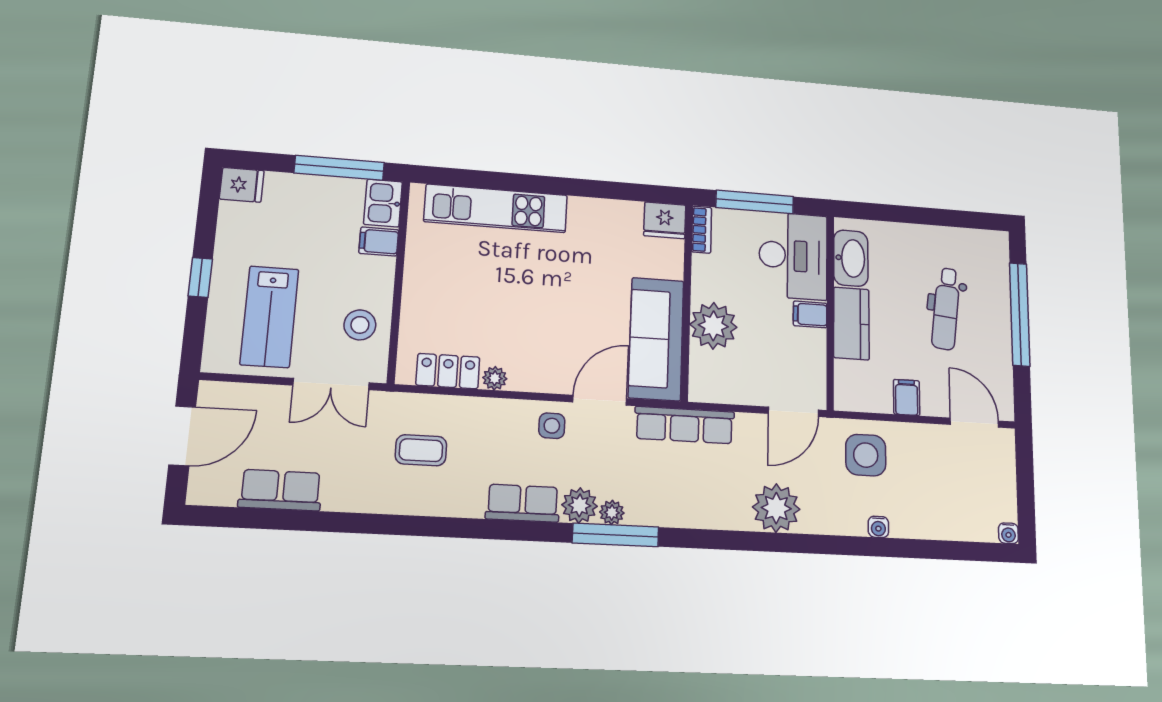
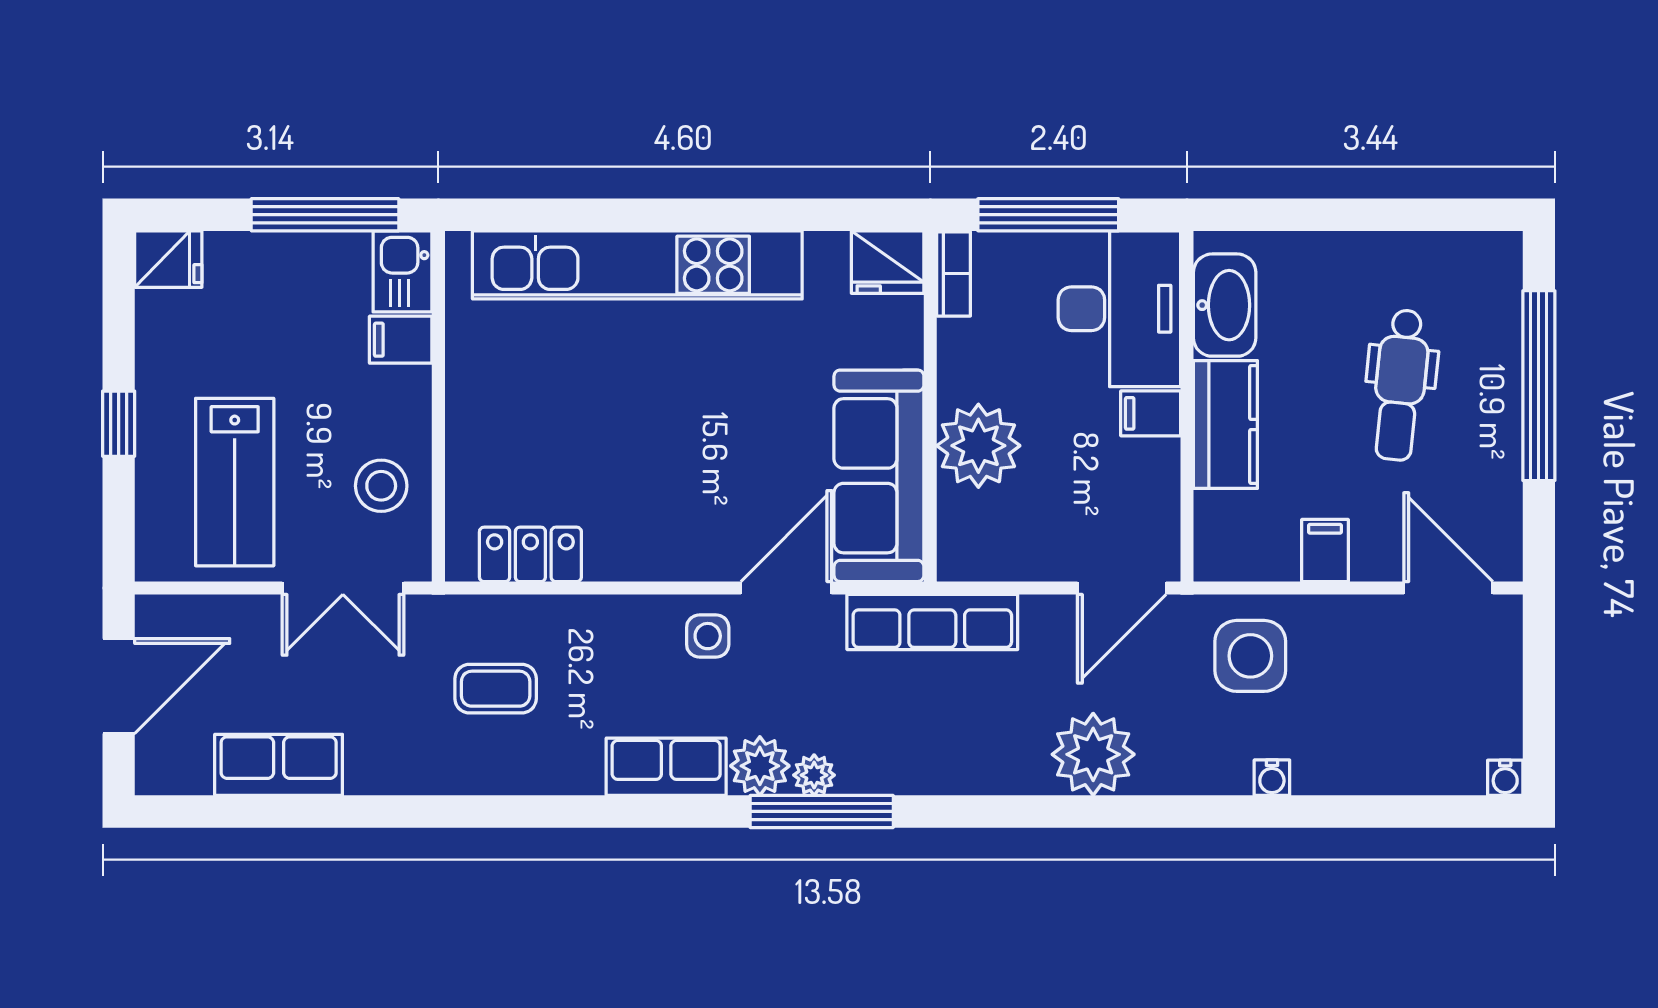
kitchen unit: (496, 208) -> (637, 265), width x1.36
plant: (495, 378) -> (608, 562), removed

